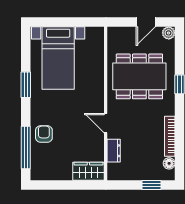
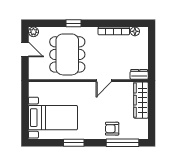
dresser: (114, 151) -> (139, 74), moved
wardrobe: (88, 171) -> (141, 100), width x1.50
window: (151, 185) -> (152, 45), removed

